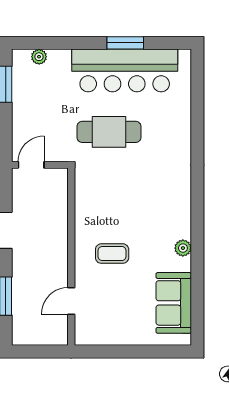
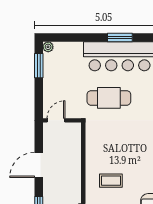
plant: (39, 57) -> (48, 47), moved

